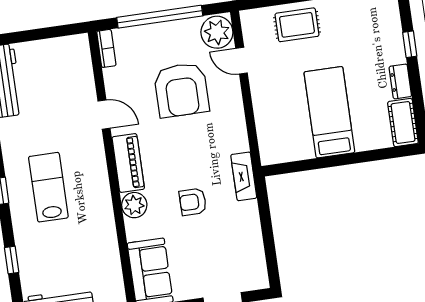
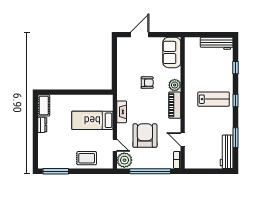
window: (410, 44) -> (35, 142), removed
bed: (329, 112) -> (92, 120), moved, turned 90
door: (104, 115) -> (183, 139), moved
fireplace: (244, 176) -> (122, 112), moved
lab bench: (48, 187) -> (214, 99), turned -90

